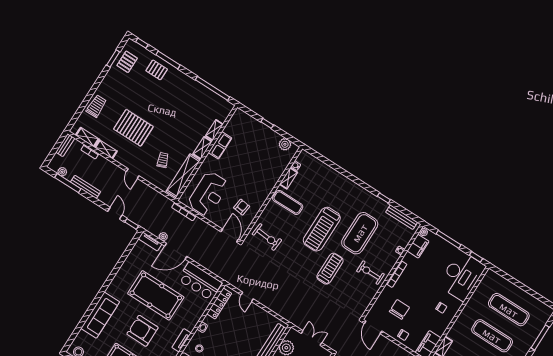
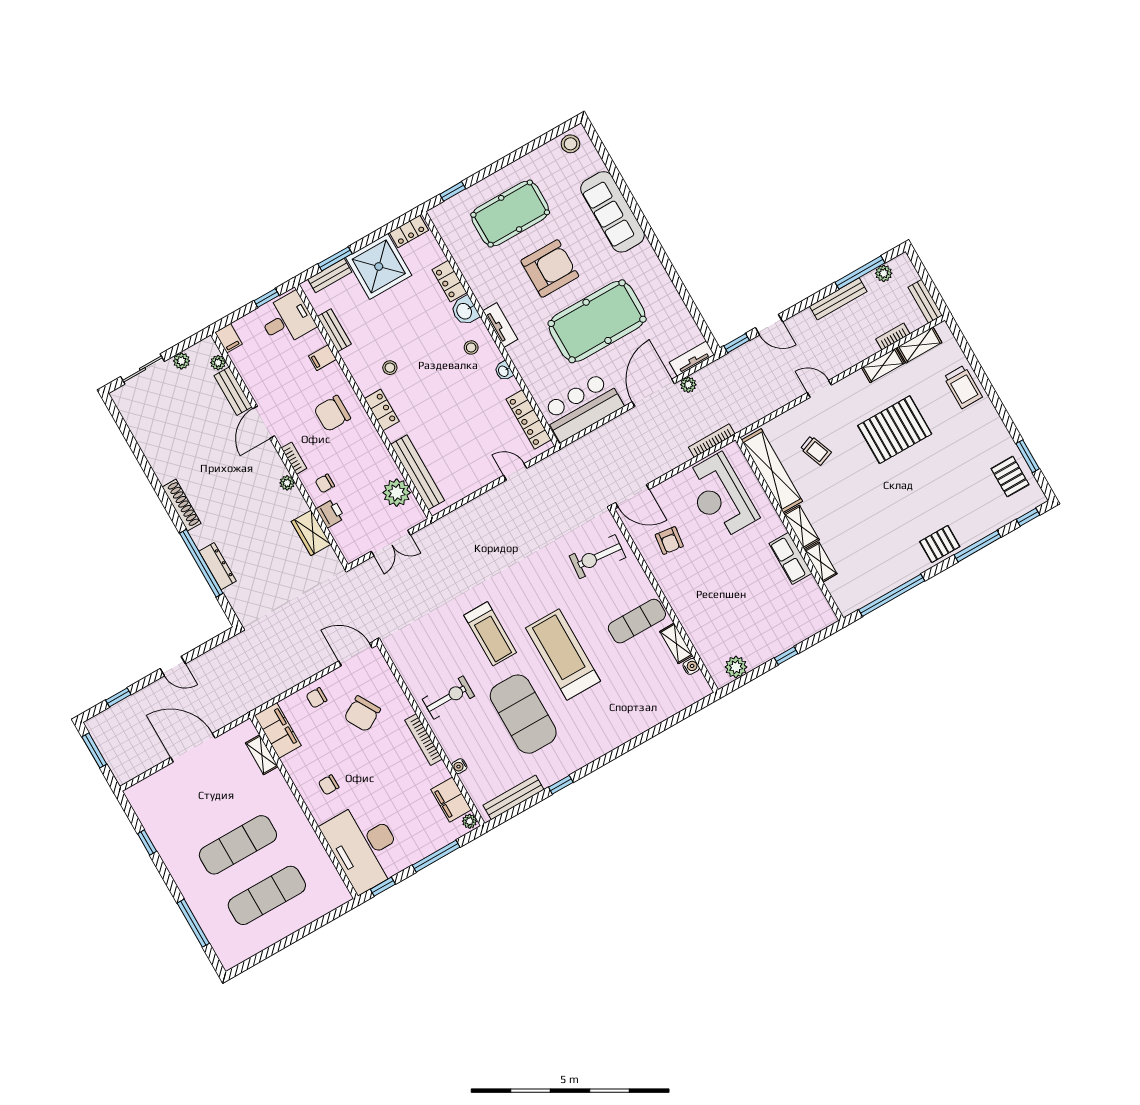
pallet: (157, 70) -> (940, 544), moved
chair: (399, 309) -> (362, 714), turned 60

